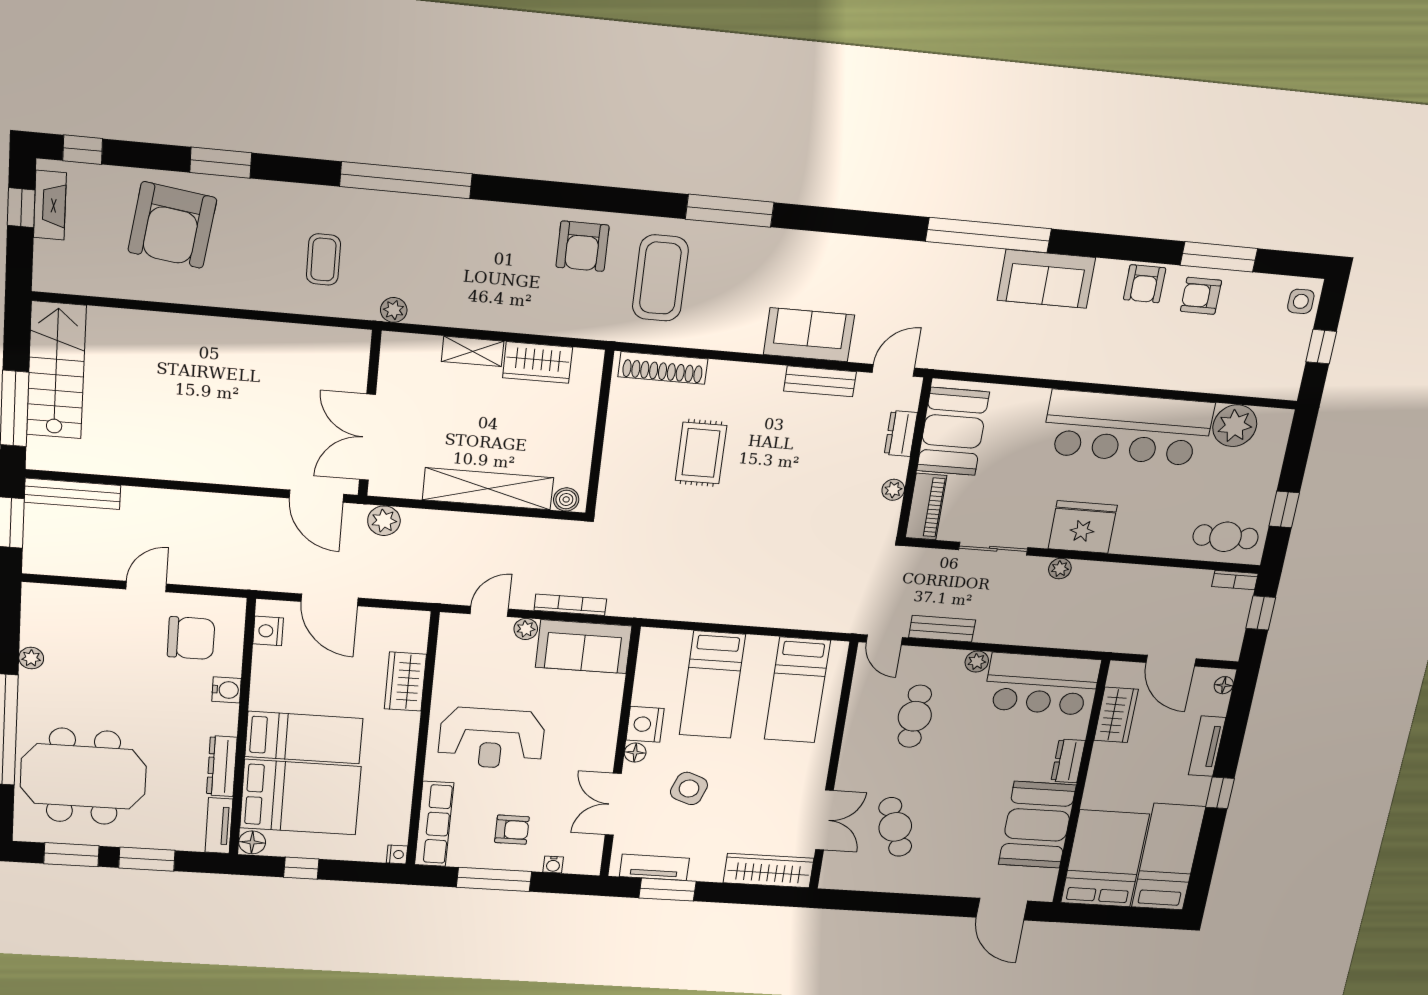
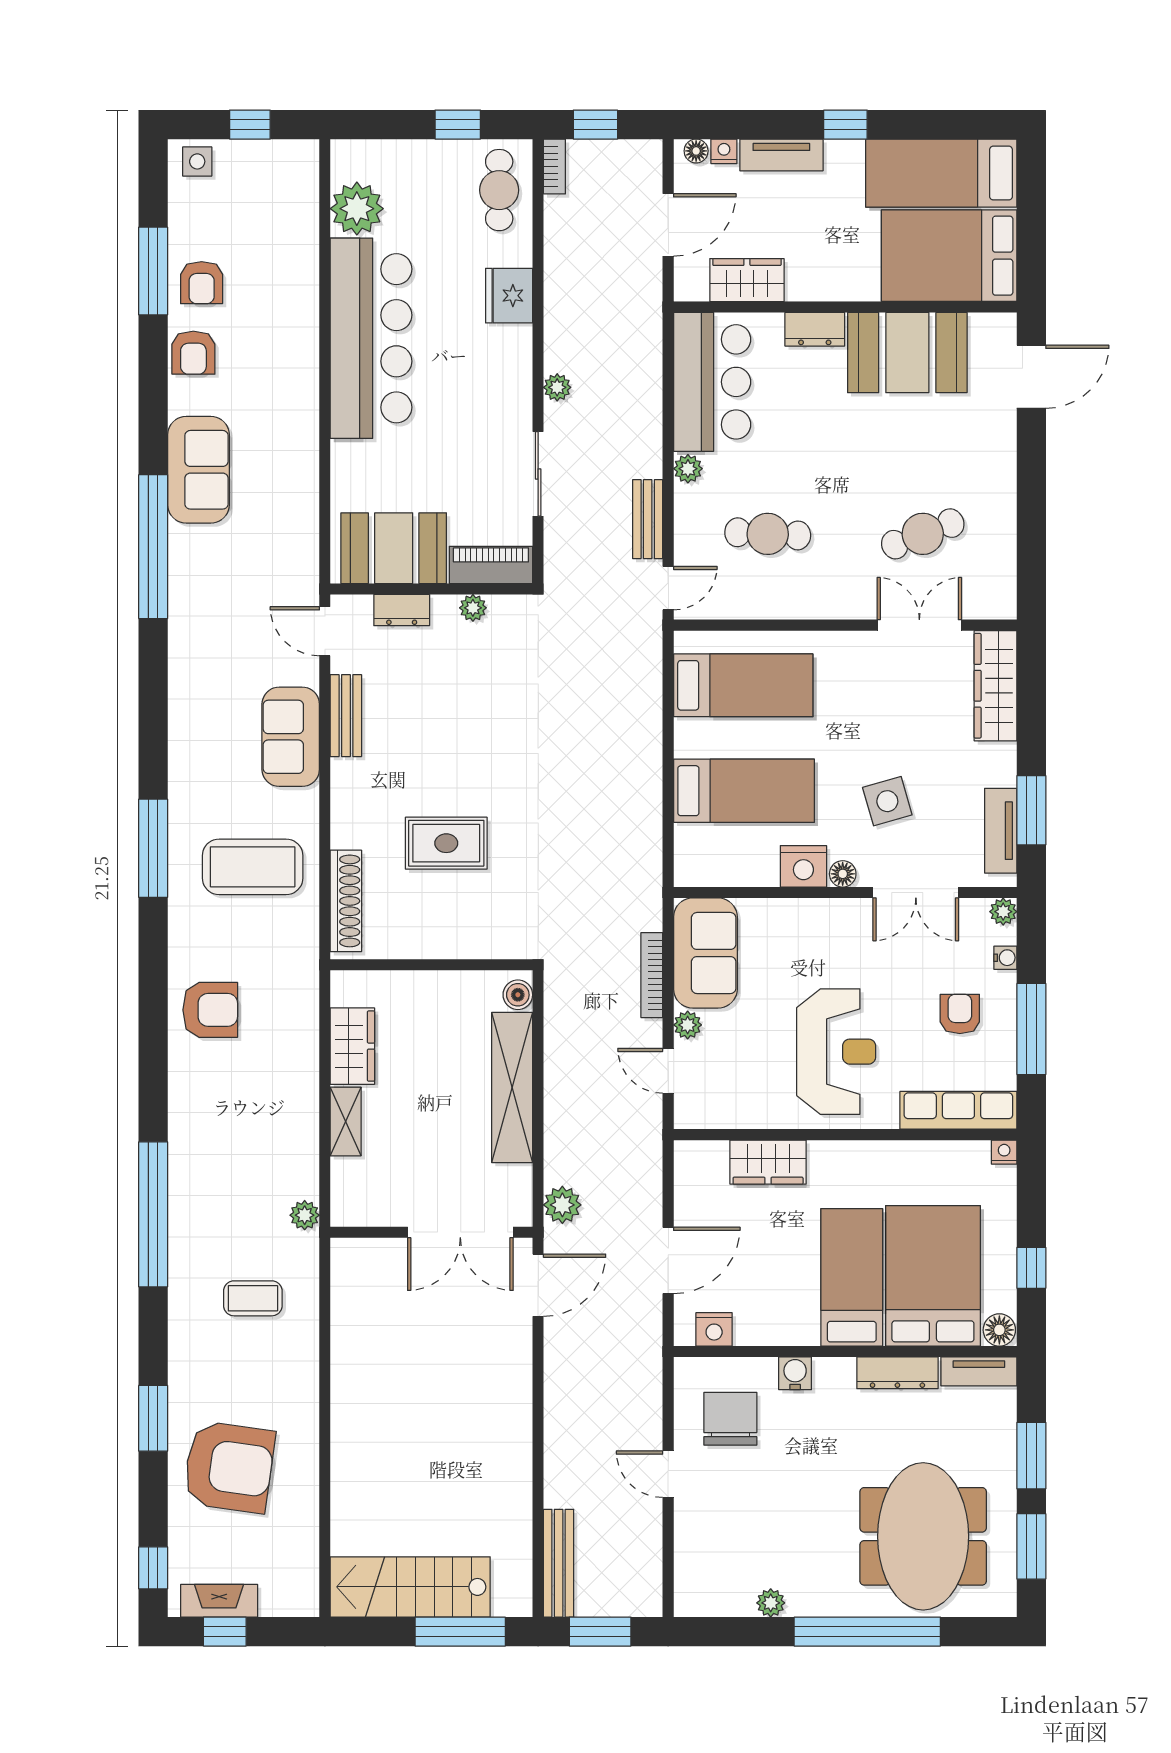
coffee table: (660, 278) -> (253, 867), moved
armchair: (1145, 284) -> (193, 353), turned 90
fridge: (1083, 527) -> (509, 296), moved, width x0.73, depth x0.75
nightstand: (1219, 705) -> (724, 151), added
side table: (689, 789) -> (887, 801), turned -36
plant: (590, 865) -> (1003, 912), added

